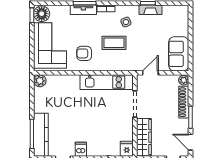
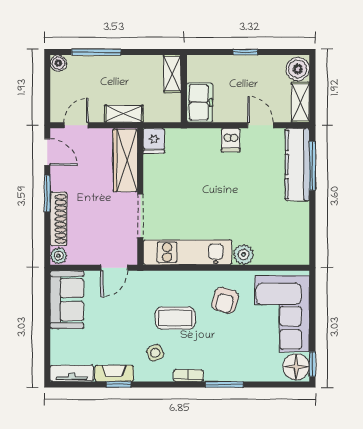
tv unit: (83, 10) -> (72, 373), moved
armchair: (84, 53) -> (225, 300), turned 106
plant: (40, 81) -> (243, 255), moved

